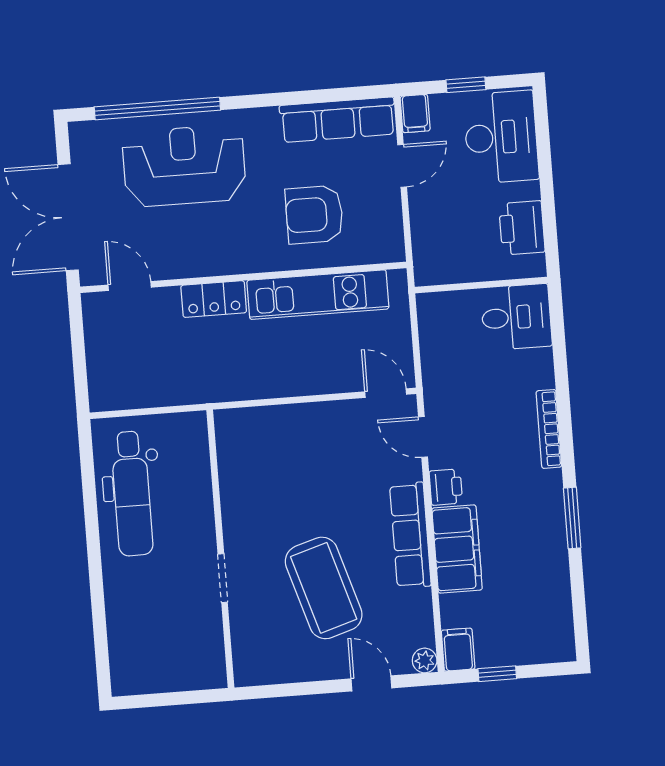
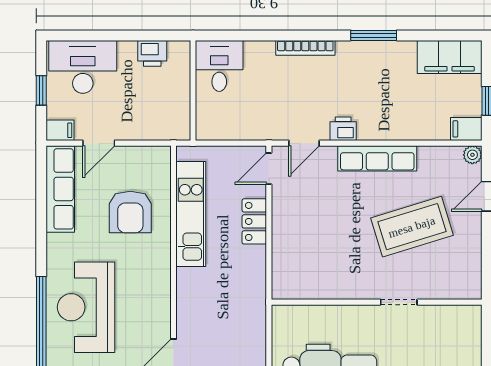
door: (402, 166) -> (99, 143), swing flipped
printer: (522, 228) -> (152, 53), width x0.73, depth x0.81
locker: (214, 299) -> (254, 221), moved, turned 180
filing cabinet: (457, 549) -> (450, 57), moved, turned 180

